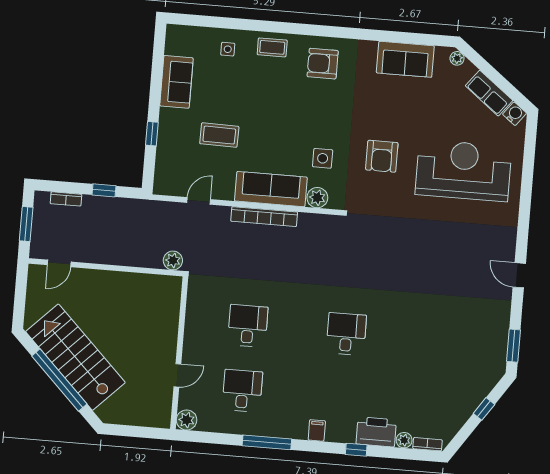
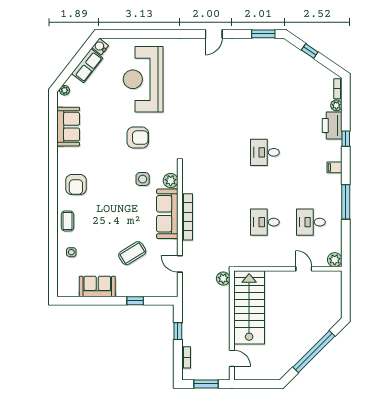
coffee table: (219, 135) -> (132, 253), turned 57
stairs: (75, 357) -> (249, 307), moved, turned 135

